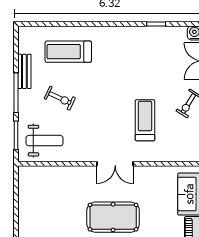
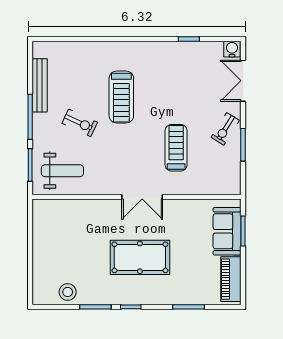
treadmill: (68, 52) -> (121, 97), moved, turned -90
bench: (24, 71) -> (40, 85), width x1.36

